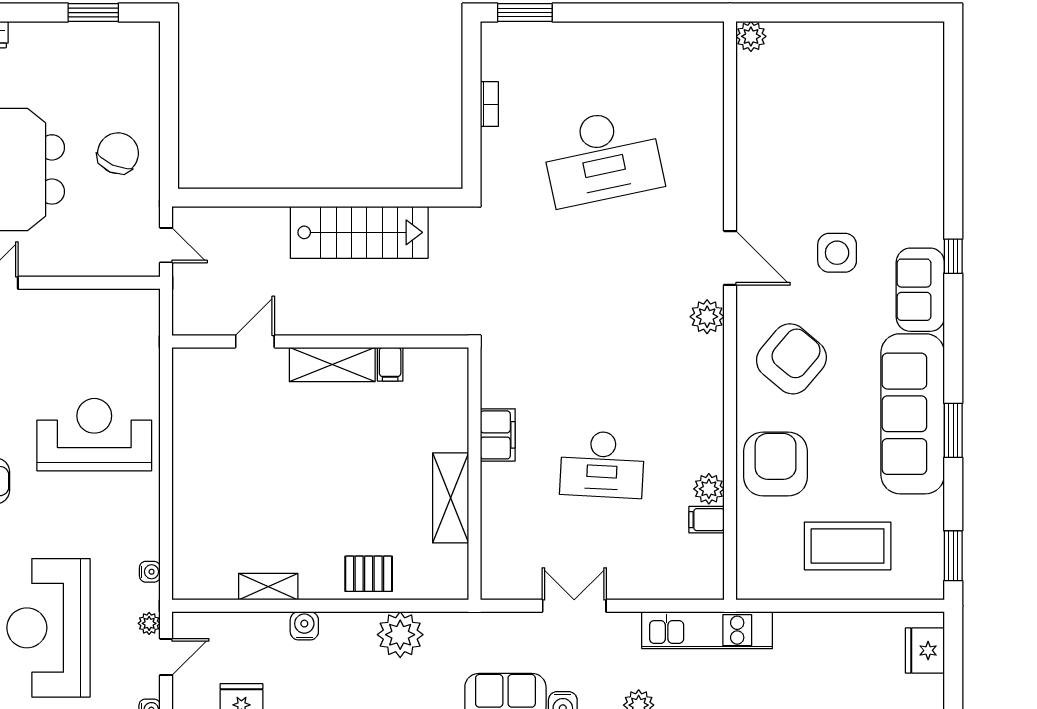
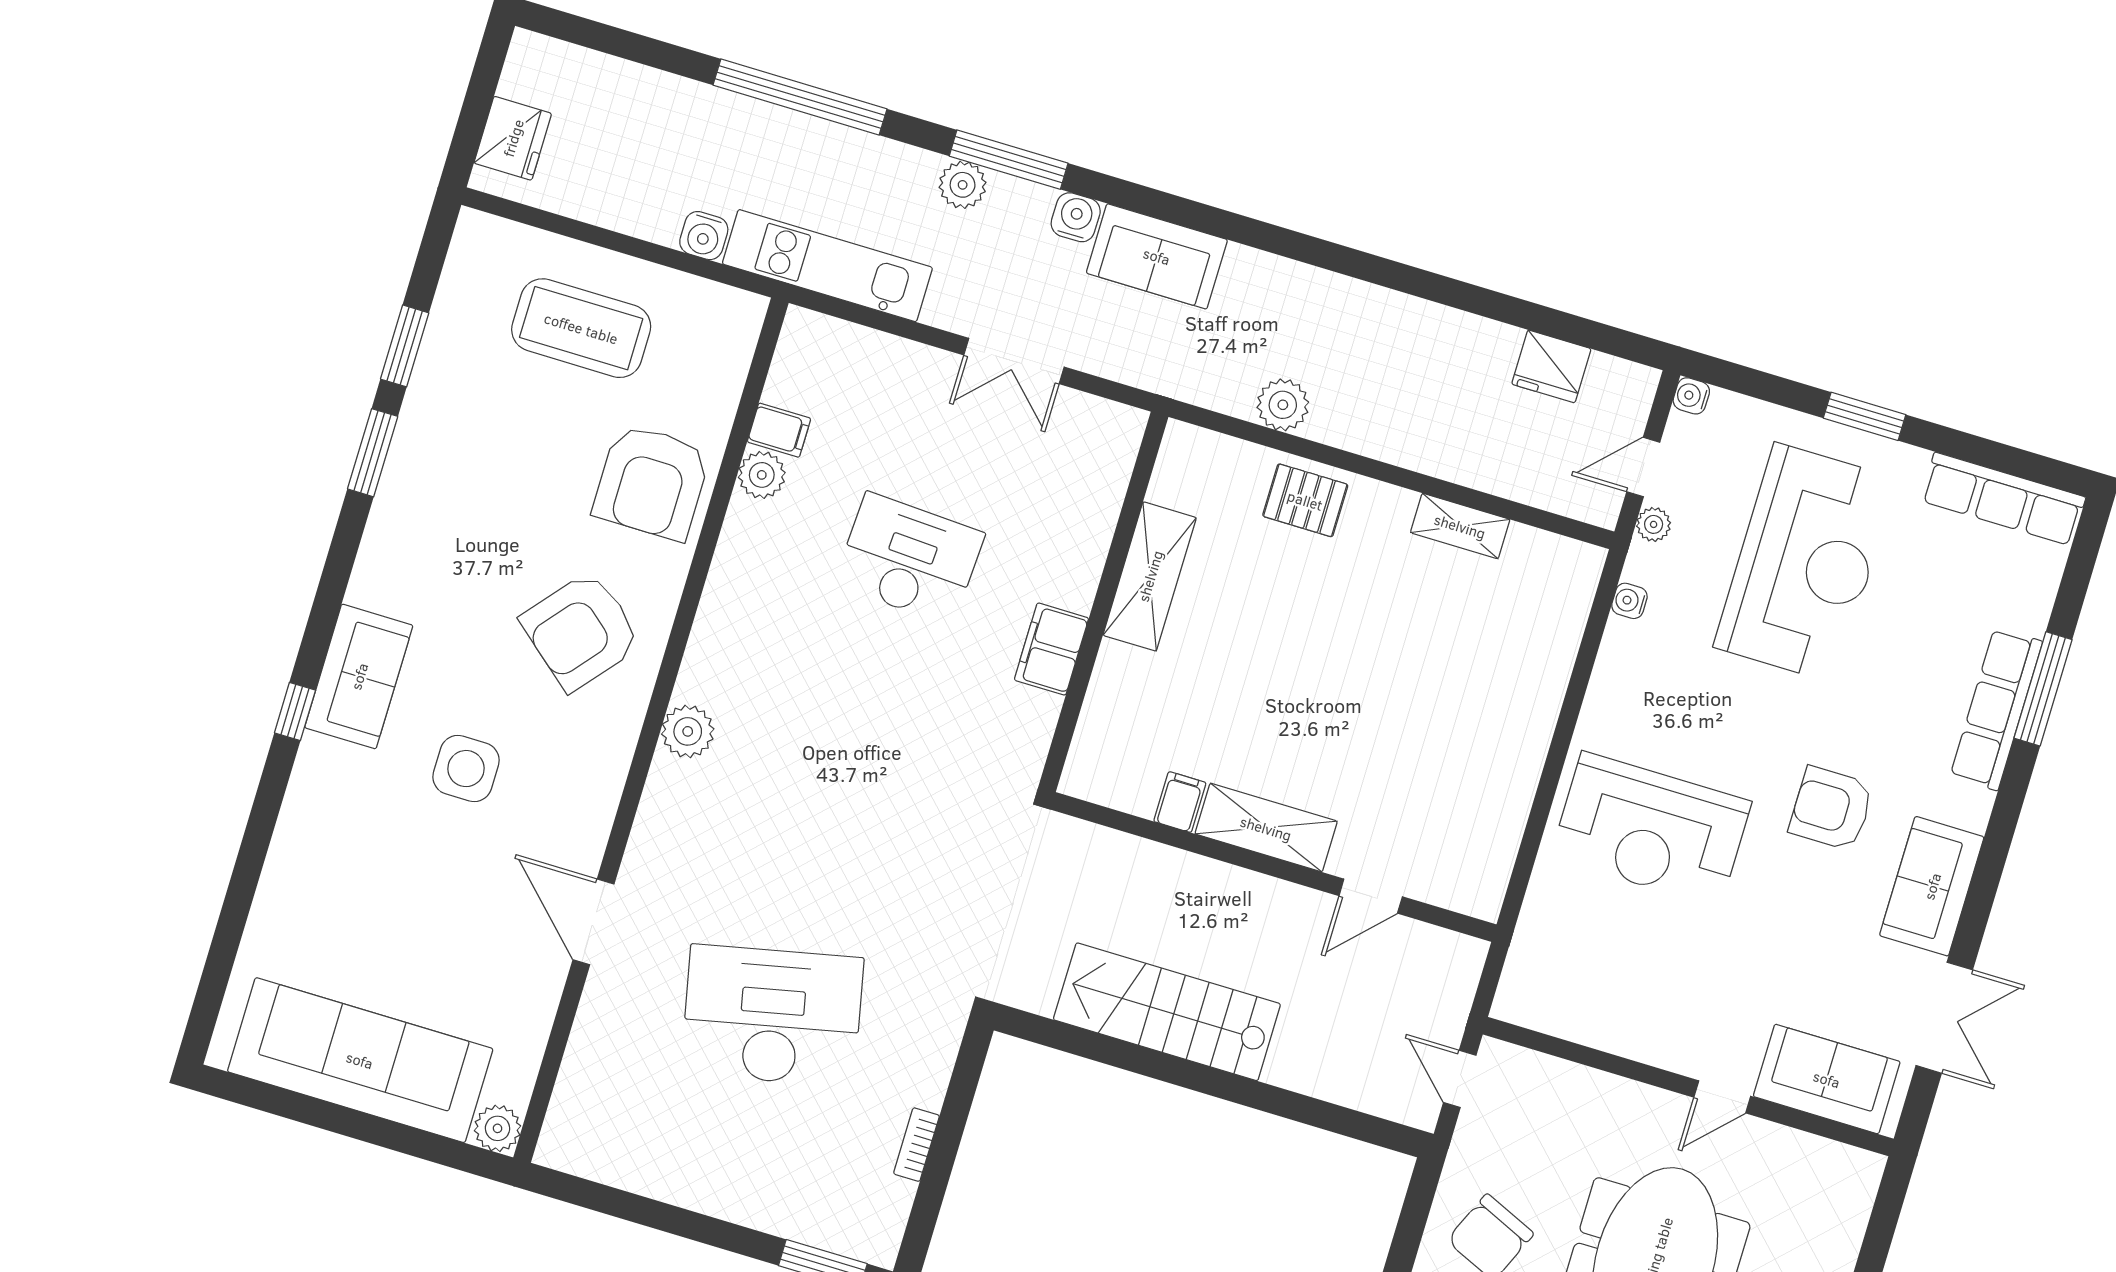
door: (730, 258) -> (593, 922), moved
sofa: (913, 414) -> (360, 1060), moved, turned -90
window: (953, 556) -> (405, 346), moved
water cooler: (304, 626) -> (704, 236), moved
plant: (400, 635) -> (1283, 405), width x0.73, depth x0.73

